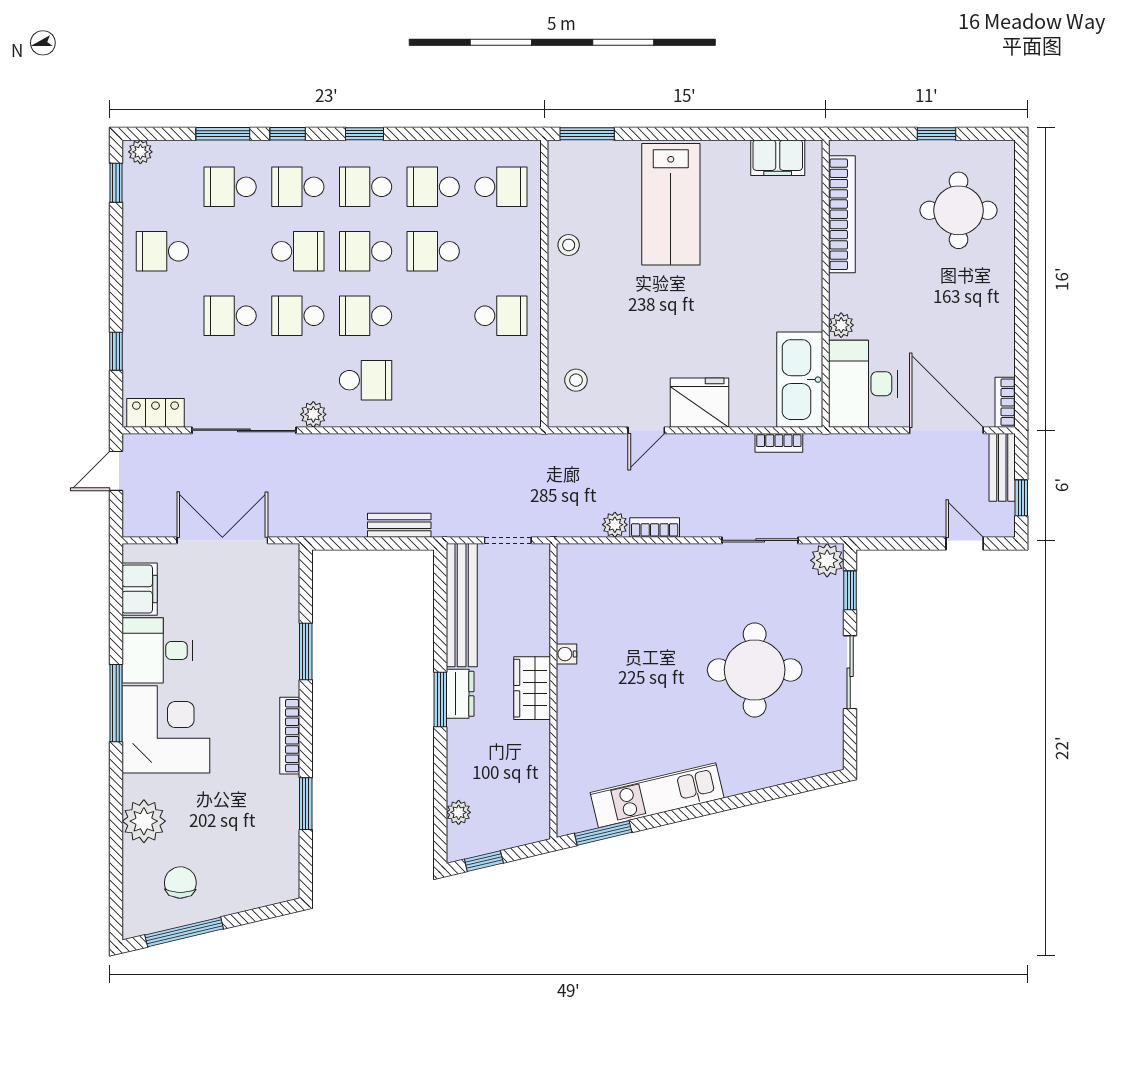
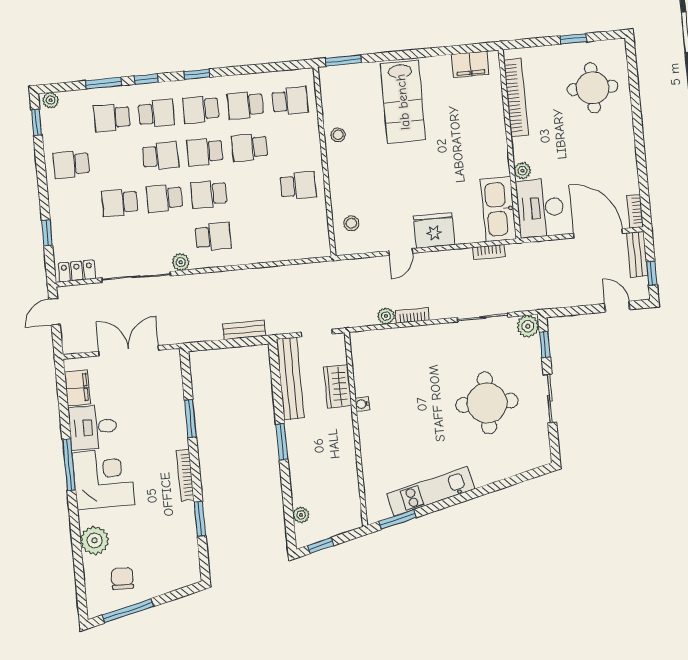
school desk: (298, 187) -> (156, 113), turned 180
wardrobe: (532, 688) -> (338, 386), moved
dresser: (460, 694) -> (295, 437), removed

